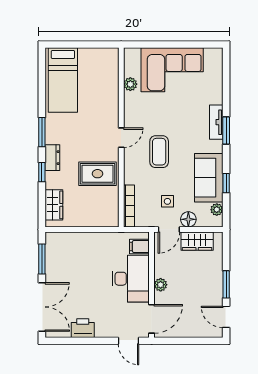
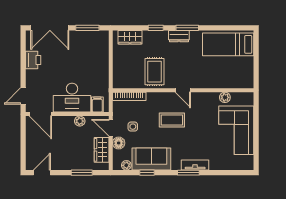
dresser: (52, 158) -> (179, 36), moved
window: (226, 284) -> (82, 173), moved
plant: (161, 285) -> (80, 121), moved

